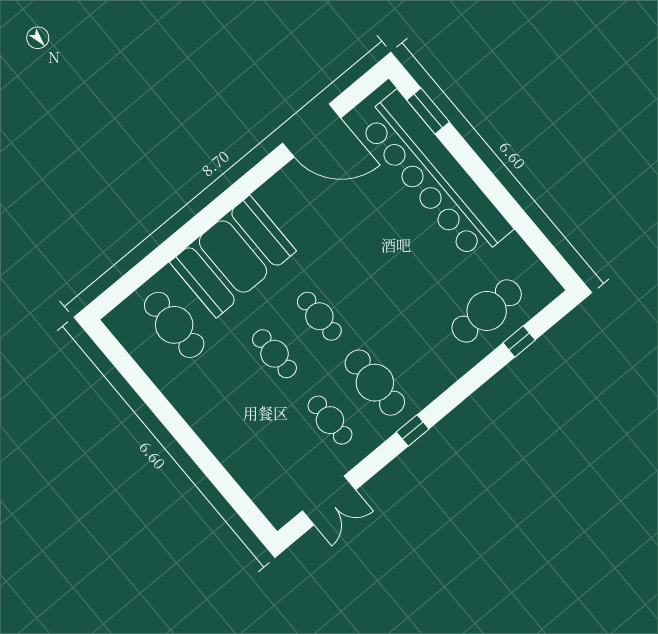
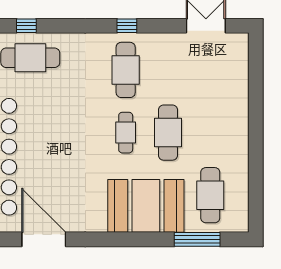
window: (149, 266) -> (197, 239), added
cafe table: (275, 354) -> (168, 133), width x1.37, depth x1.35
cafe table: (330, 420) -> (168, 70), removed

